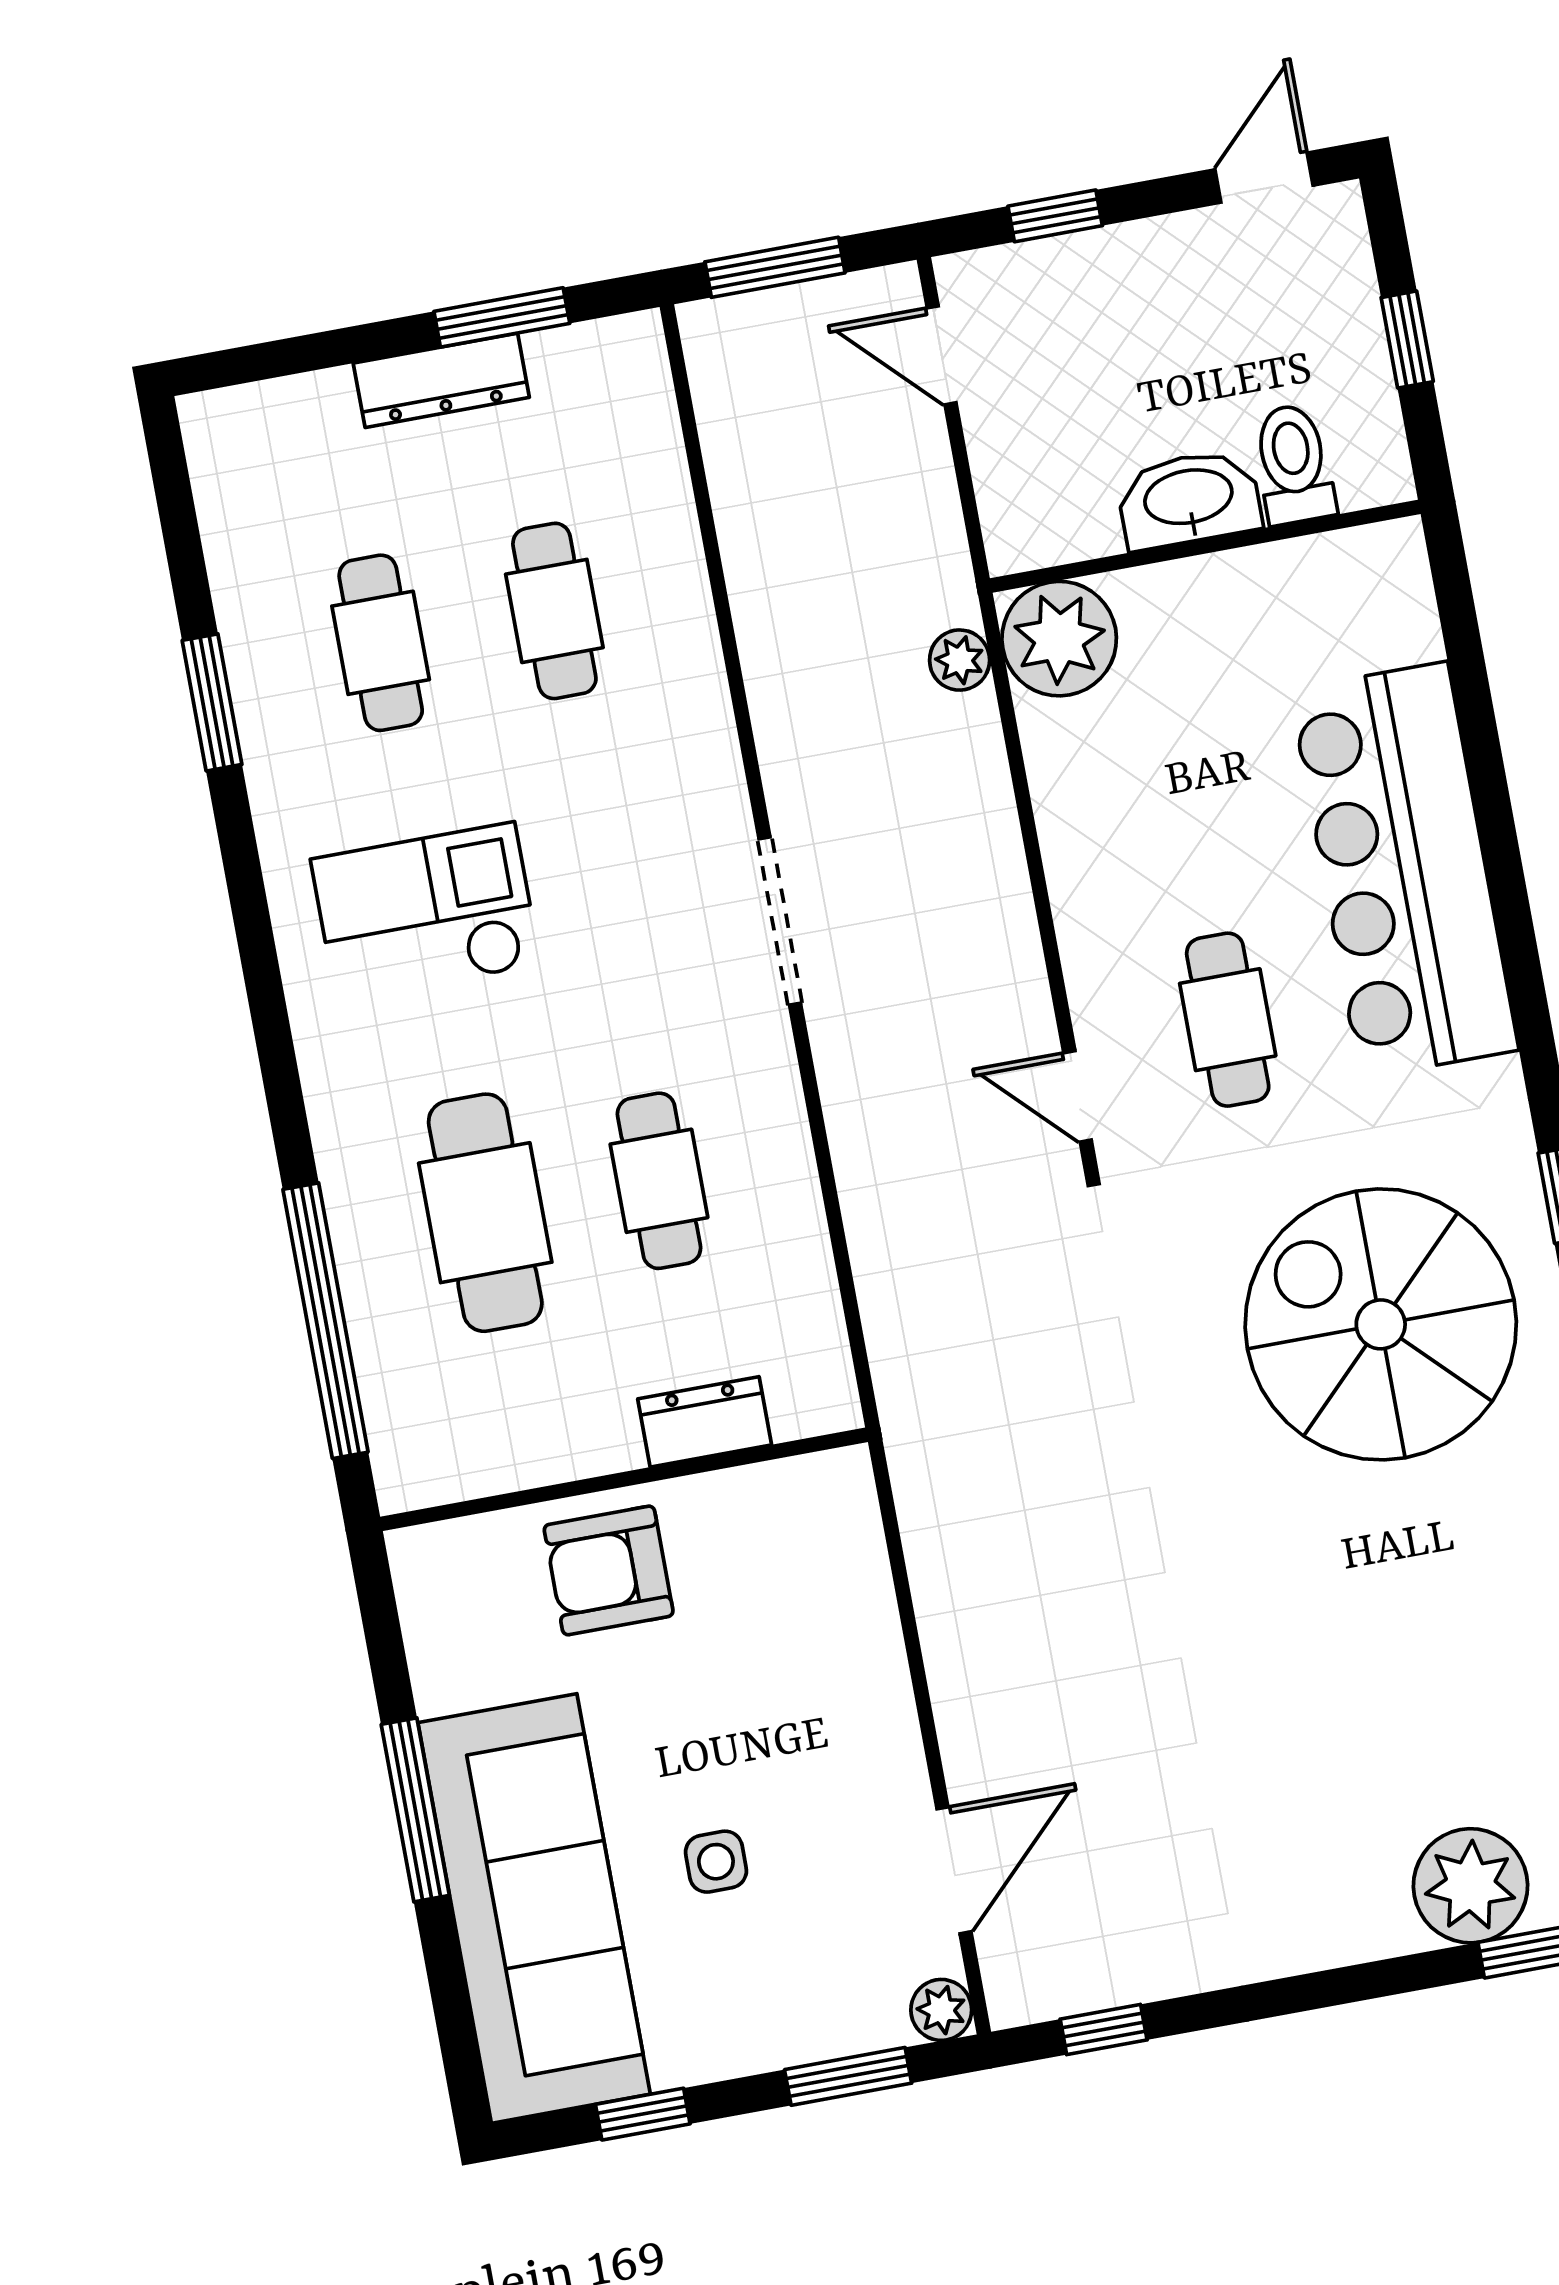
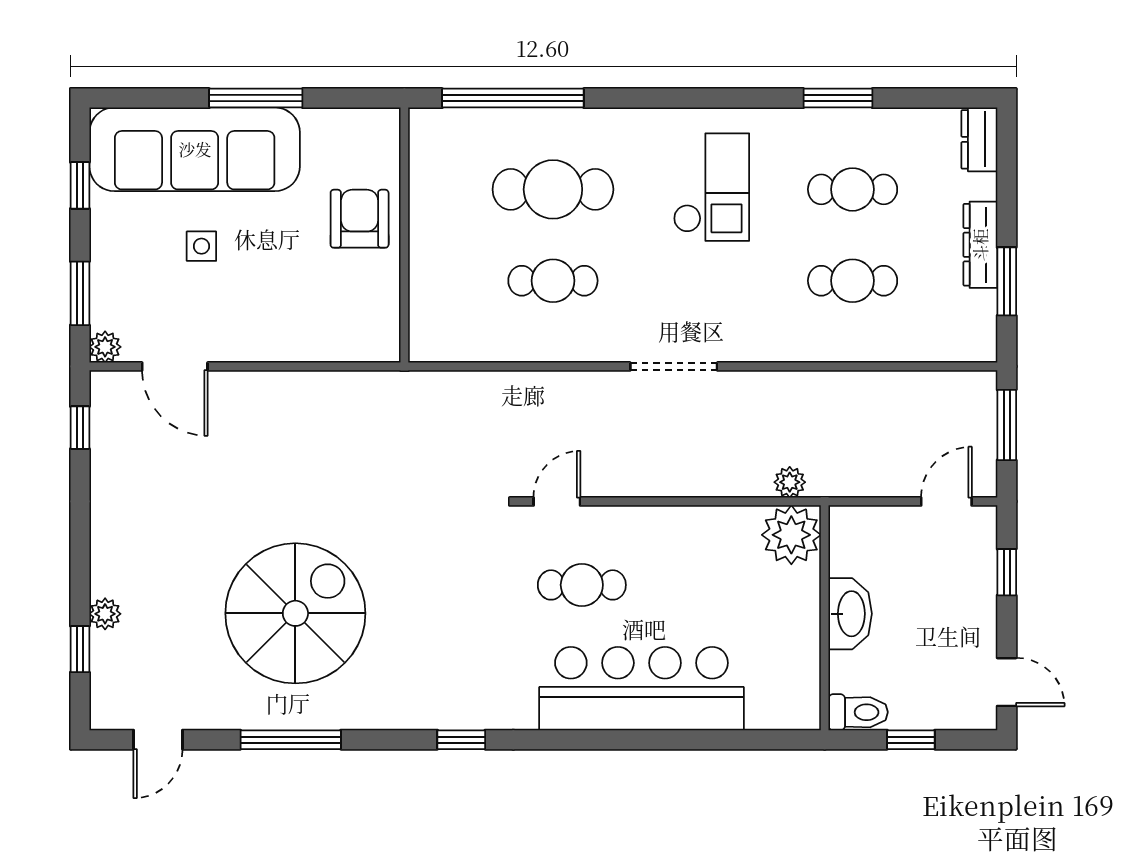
toilet: (1294, 464) -> (858, 712), moved
spiral stairs: (1381, 1324) -> (295, 613), moved
dresser: (705, 1422) -> (979, 139), moved, turned 180
plant: (1470, 1886) -> (105, 614), width x0.53, depth x0.53

